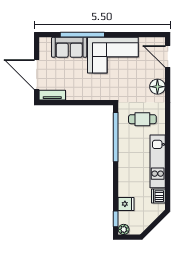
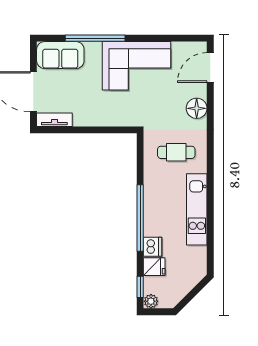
sofa: (69, 47) -> (60, 55), moved
door: (168, 56) -> (210, 68), hinge flipped
window: (116, 137) -> (140, 218), moved
dishwasher: (158, 196) -> (153, 247), moved, turned 180

